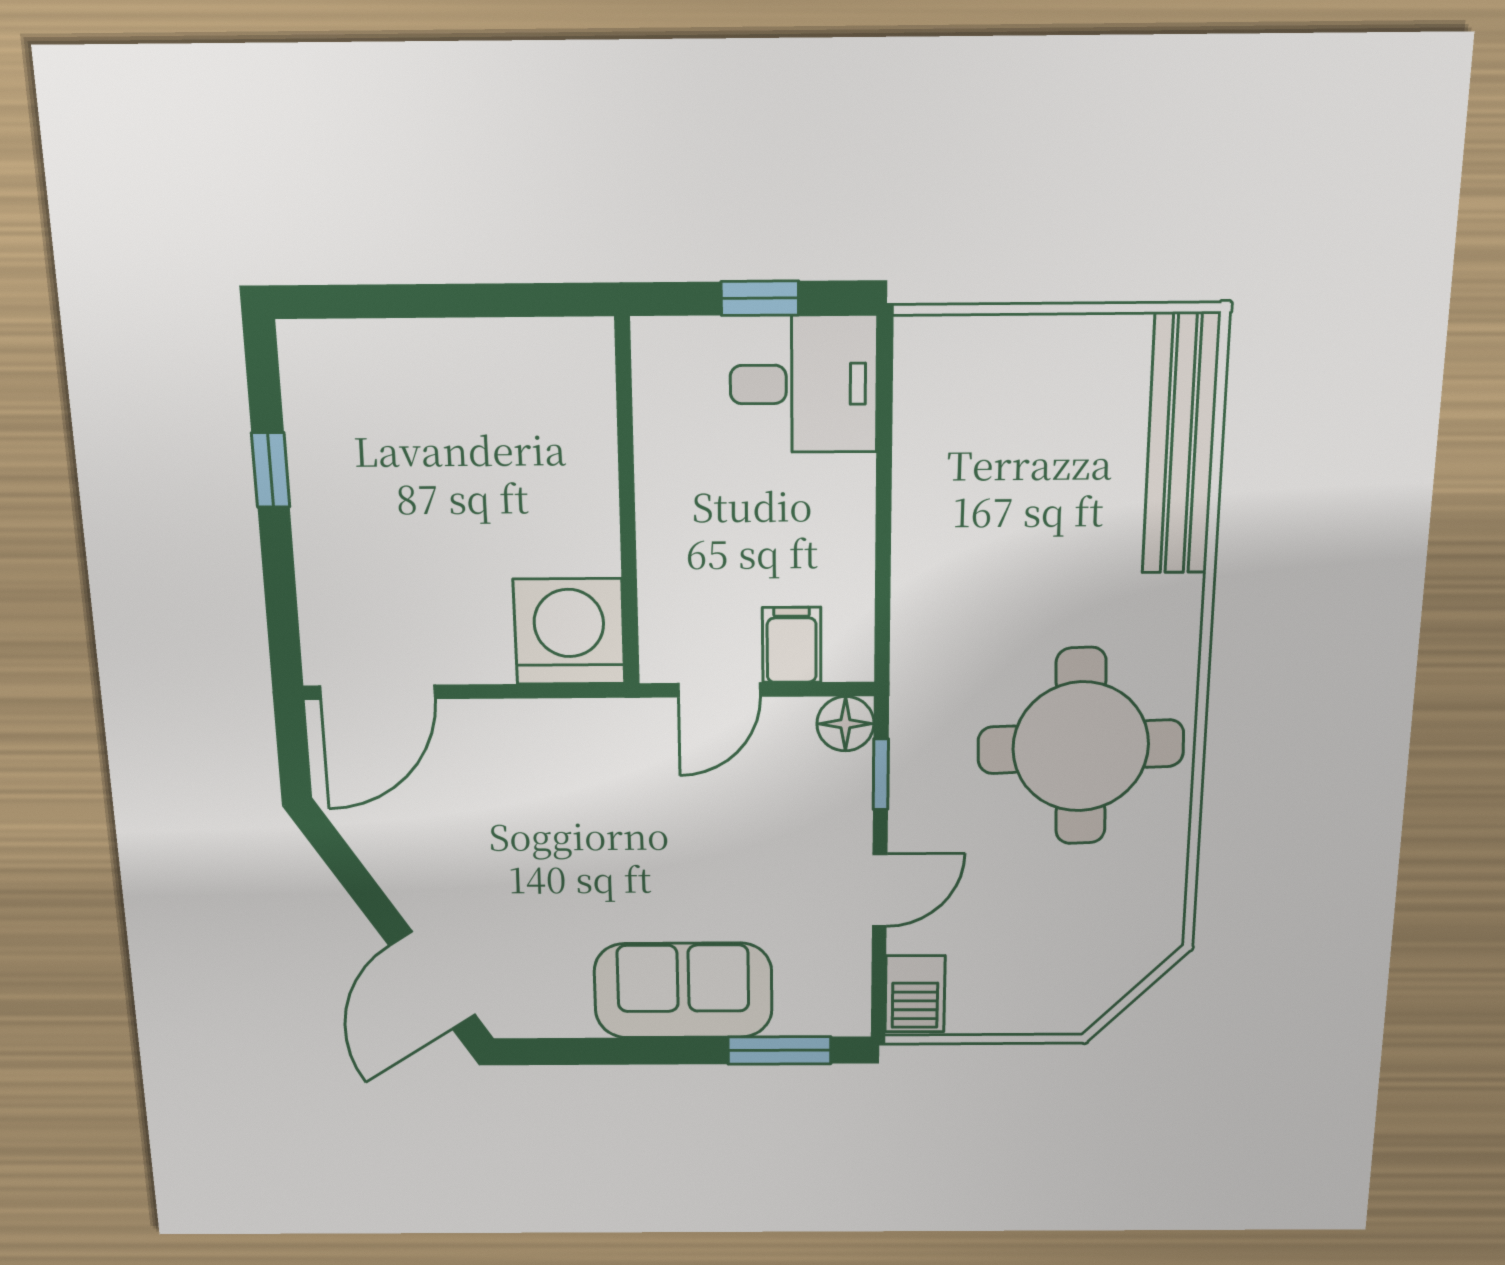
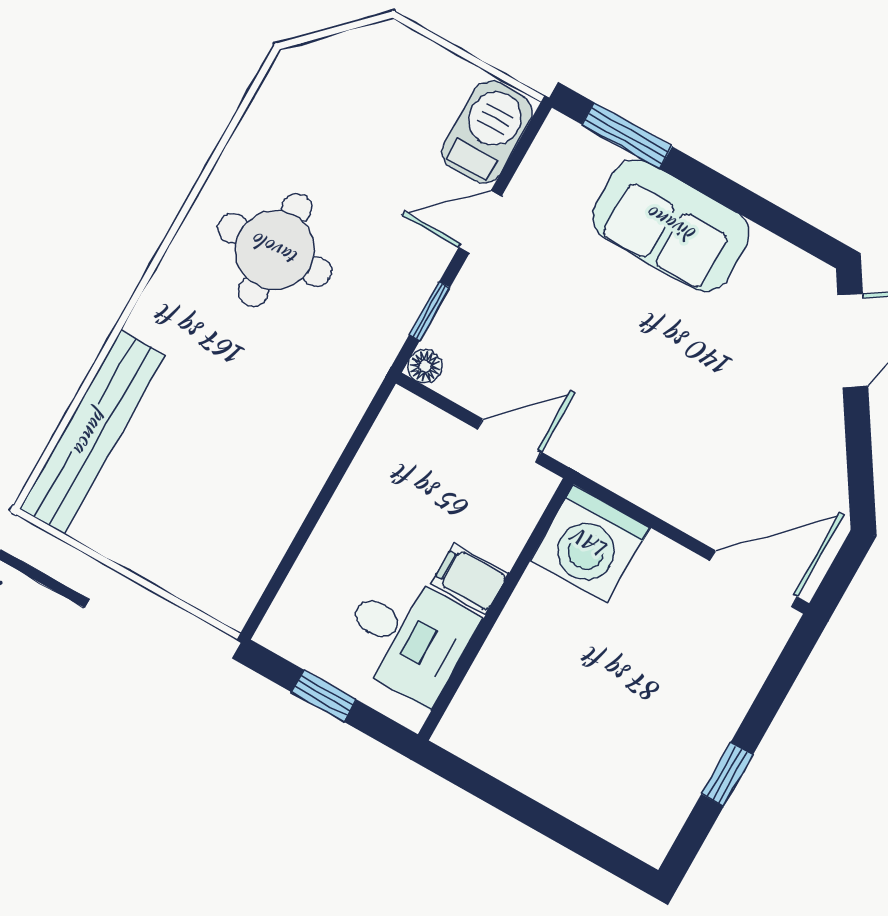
desk: (804, 384) -> (408, 636), moved, turned 180
filing cabinet: (792, 645) -> (470, 579), moved, turned 90
floor lamp: (845, 724) -> (425, 366), width x0.73, depth x0.73
round table: (1081, 747) -> (275, 250), width x0.73, depth x0.73
barbecue: (915, 994) -> (487, 132), width x1.38, depth x1.27

